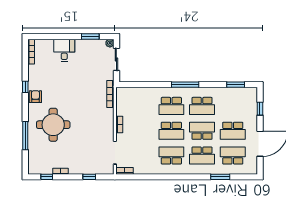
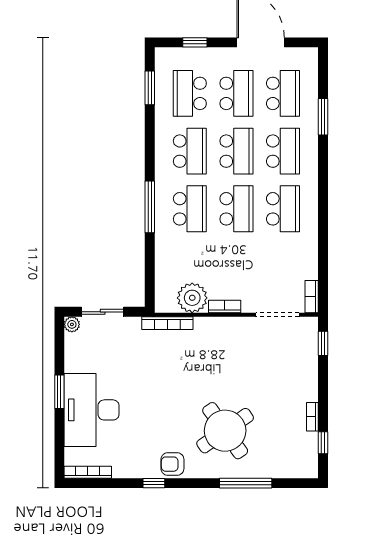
window: (90, 36) -> (59, 392), moved
desk: (64, 50) -> (92, 410), width x1.87, depth x1.30
window: (185, 85) -> (150, 207), moved
school desk: (233, 106) -> (190, 93), added
plant: (124, 107) -> (192, 298), added
round table: (53, 125) -> (225, 431), turned -35
school desk: (202, 131) -> (236, 151), turned 180
school desk: (171, 156) -> (283, 209), turned 180
school desk: (233, 156) -> (283, 93), turned 180
window: (89, 177) -> (323, 343), moved

